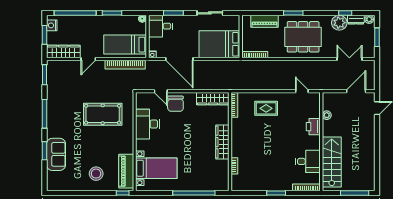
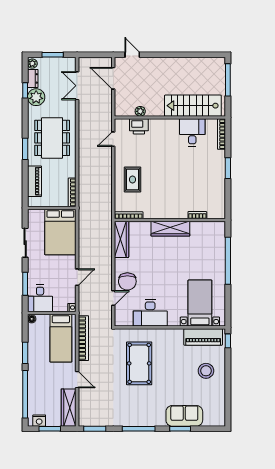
door: (179, 59) -> (77, 277), width x0.53
chair: (175, 104) -> (127, 281), turned 90
printer: (313, 127) -> (139, 126), moved

